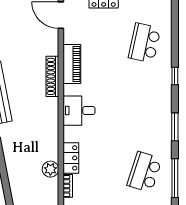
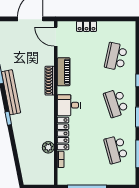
school desk: (145, 107) -> (116, 103), added
locker: (71, 158) -> (63, 133), width x1.53
school desk: (145, 172) -> (116, 149), turned -33

